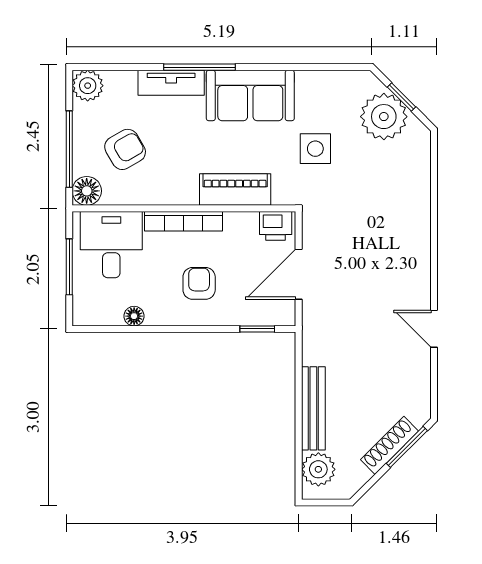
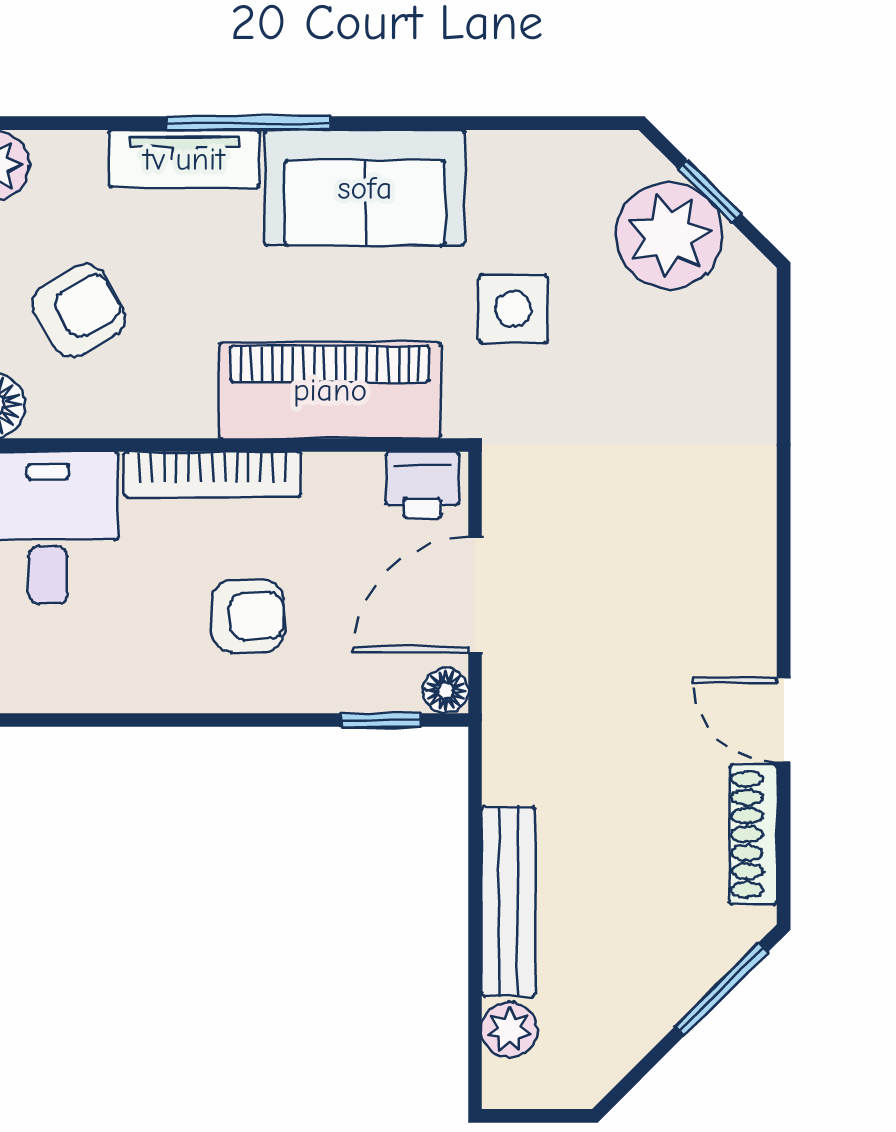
piano: (235, 190) -> (330, 390), width x1.37, depth x1.33
armchair: (199, 283) -> (248, 616), turned 90
floor lamp: (134, 316) -> (446, 691), moved
shoe rack: (389, 445) -> (753, 834), moved, turned -45
plant: (318, 469) -> (509, 1030), width x0.73, depth x0.73

